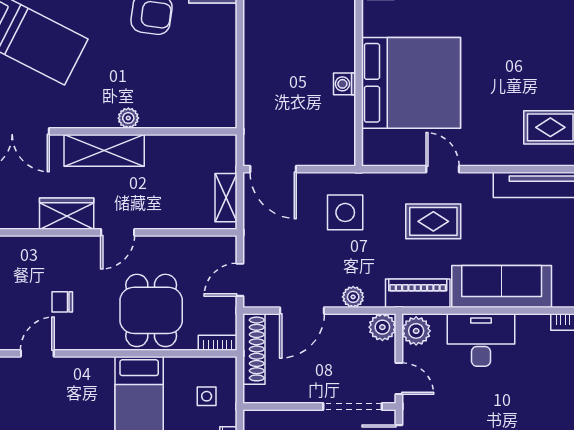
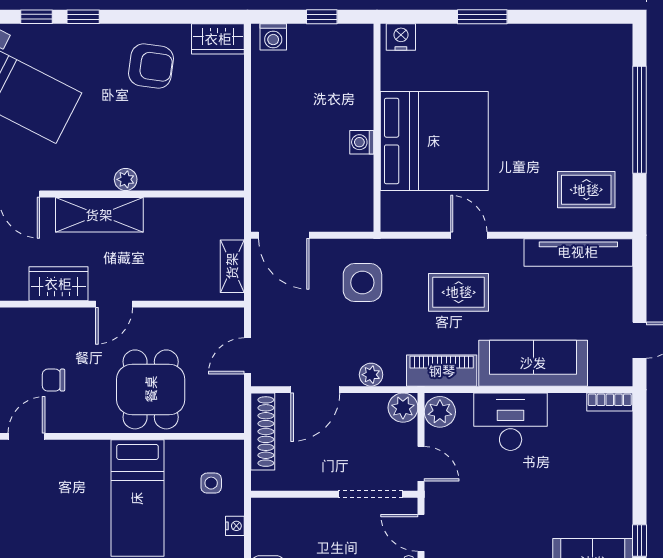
bookcase: (218, 343) -> (223, 425), removed

